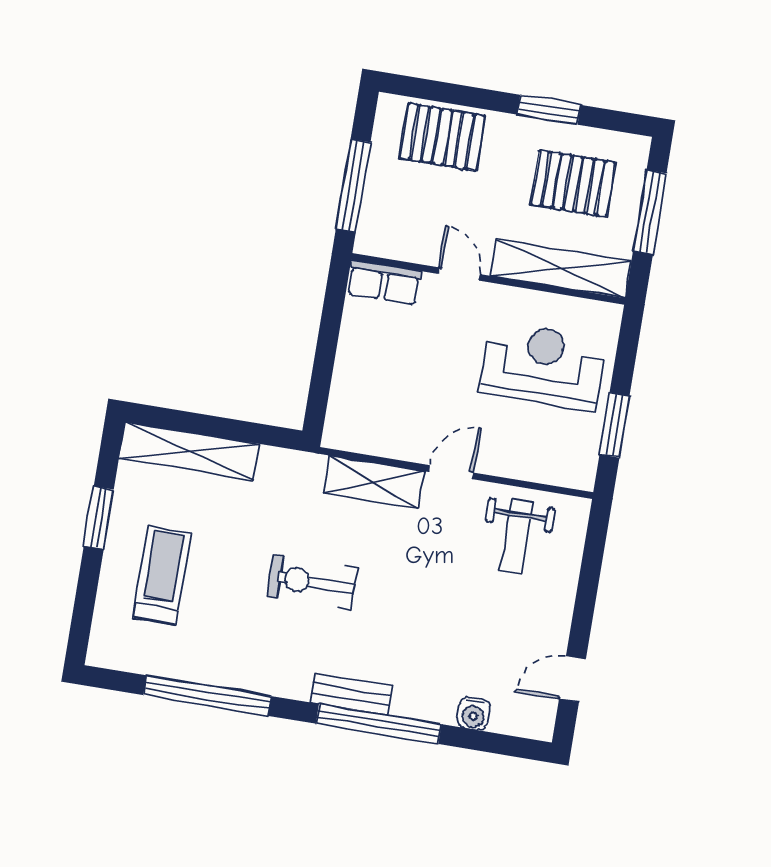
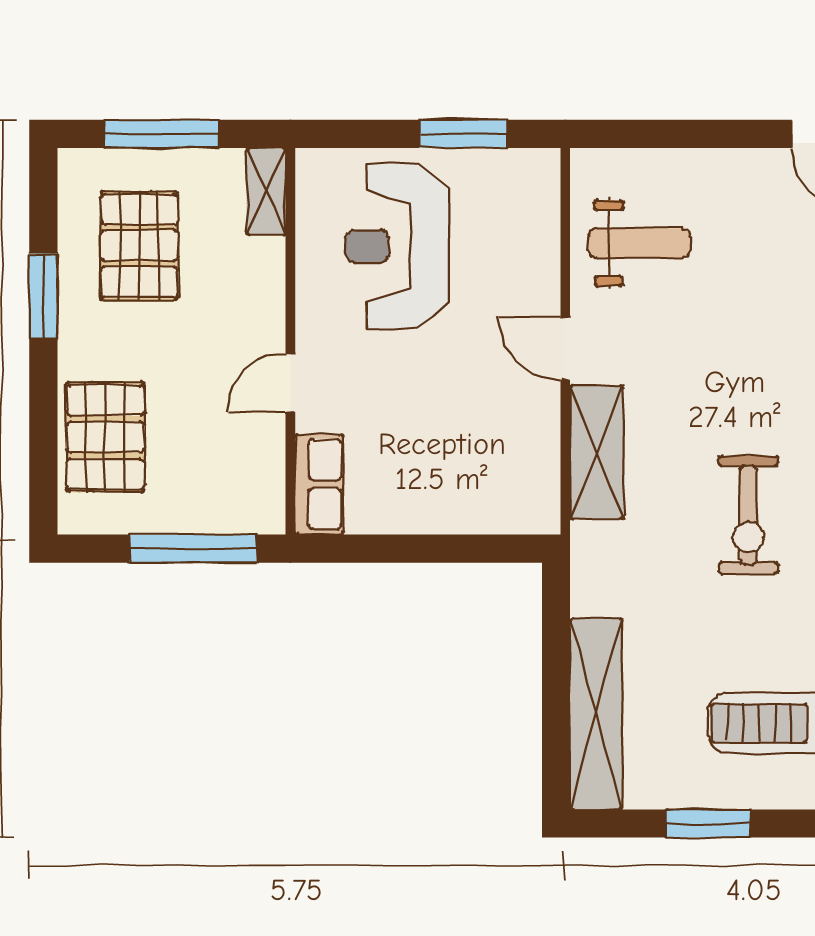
shelving: (561, 269) -> (266, 191), width x0.45, depth x0.75

